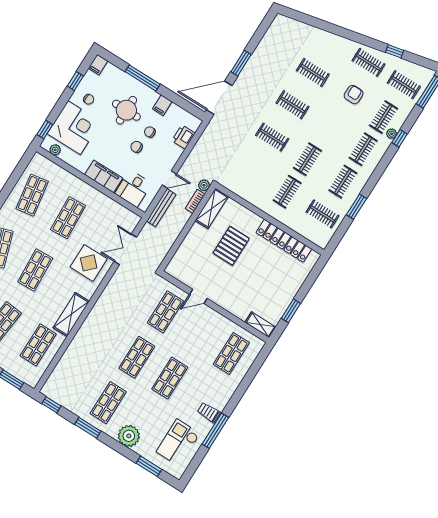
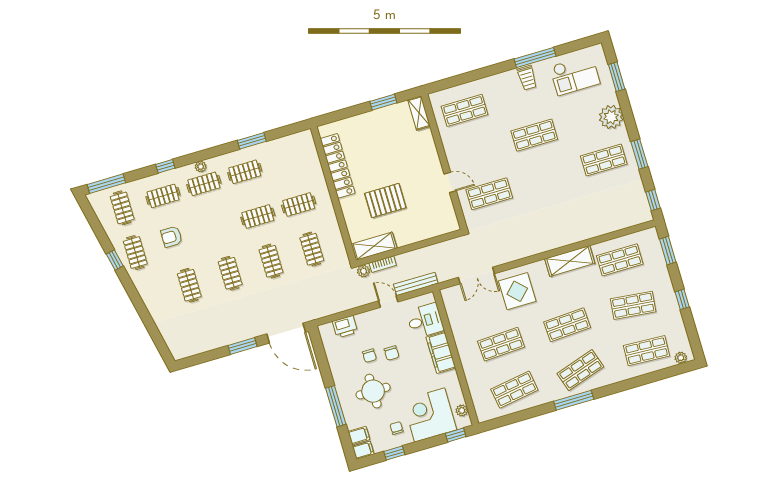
window: (395, 51) -> (115, 260), moved
filing cabinet: (162, 105) -> (359, 435), moved
plant: (392, 134) -> (201, 167), moved
clothes rail: (322, 214) -> (312, 249), moved
shop shelf: (137, 357) -> (547, 177), removed

